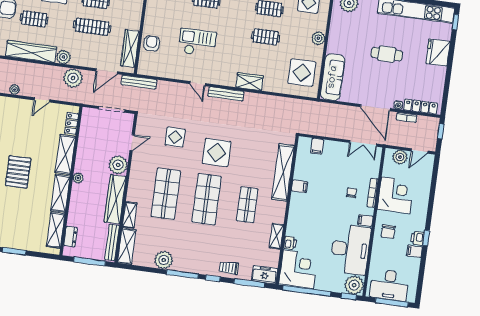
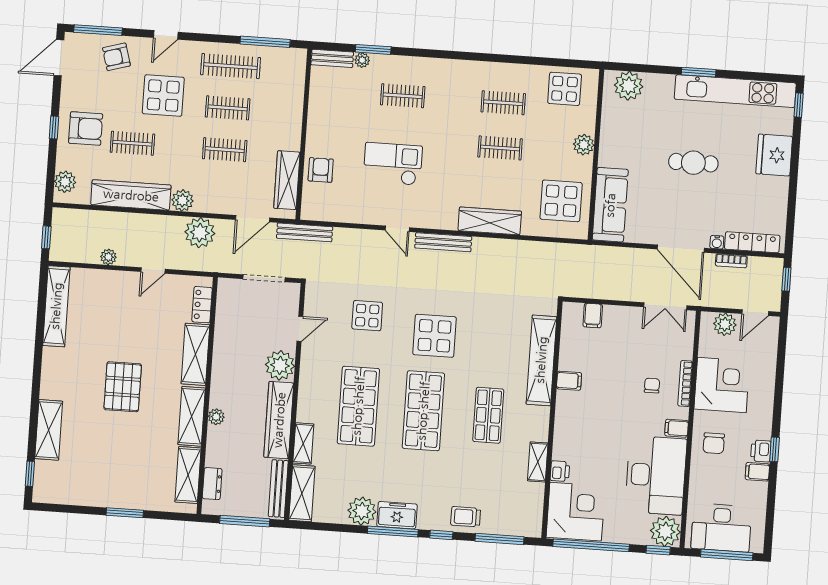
clothes rail: (92, 27) -> (225, 150), width x0.73
wardrobe: (250, 82) -> (490, 221), width x1.50
plant: (78, 178) -> (216, 417), moved
freezer: (265, 275) -> (397, 515), moved

